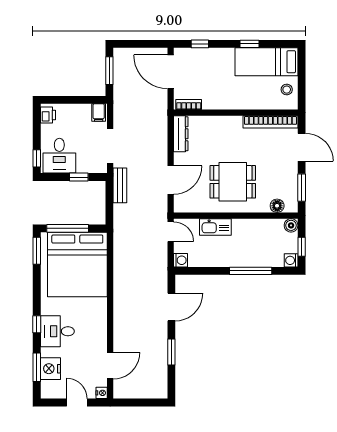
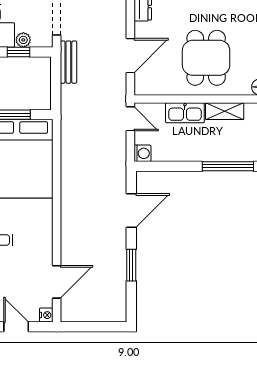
plant: (83, 167) -> (23, 40), added
dining table: (233, 182) -> (206, 58), turned 90
shelving: (248, 226) -> (225, 111), added

